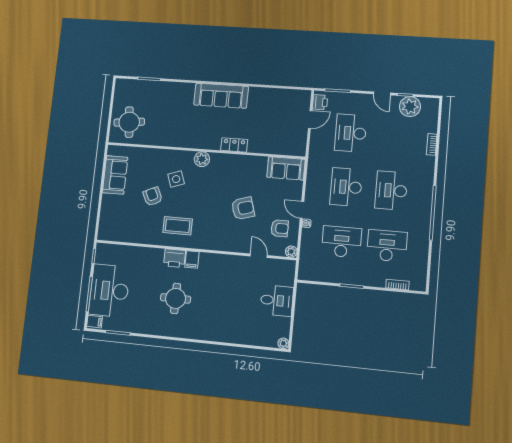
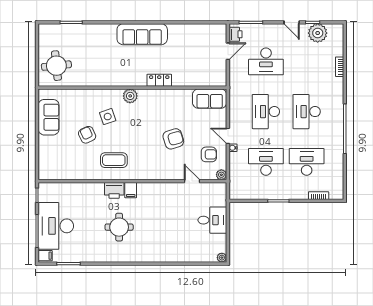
desk: (351, 133) -> (266, 61), turned -90

